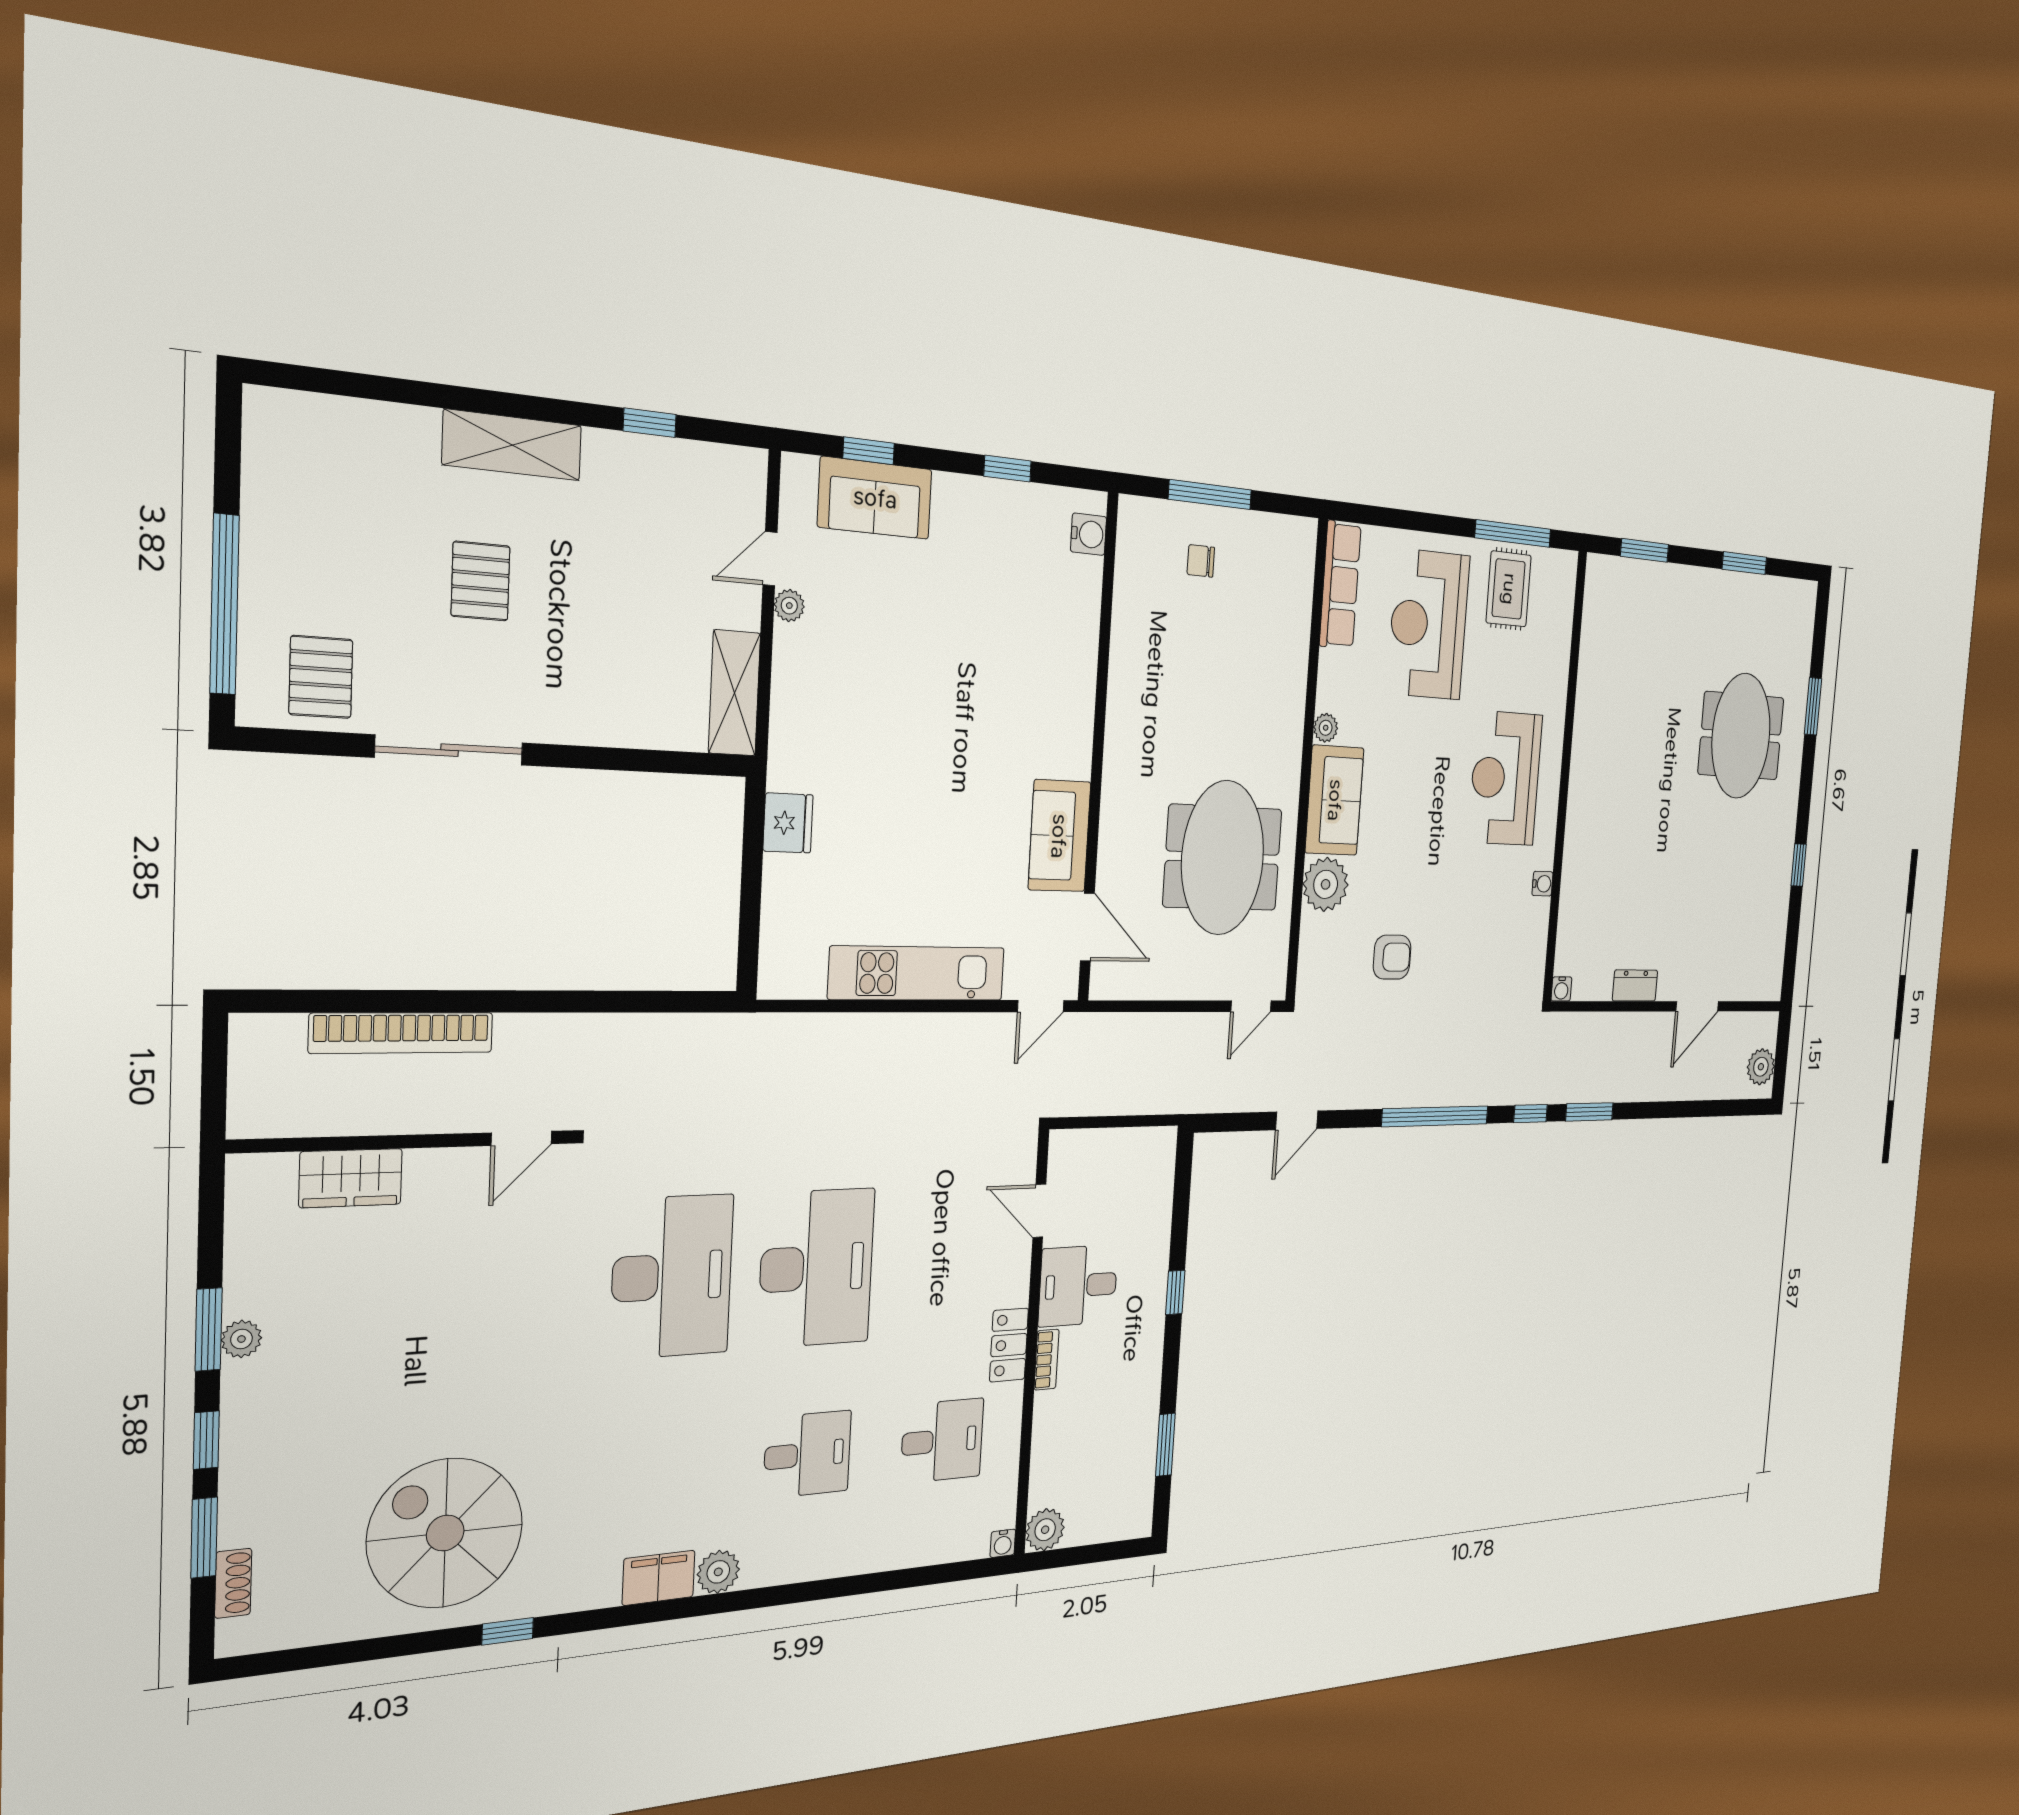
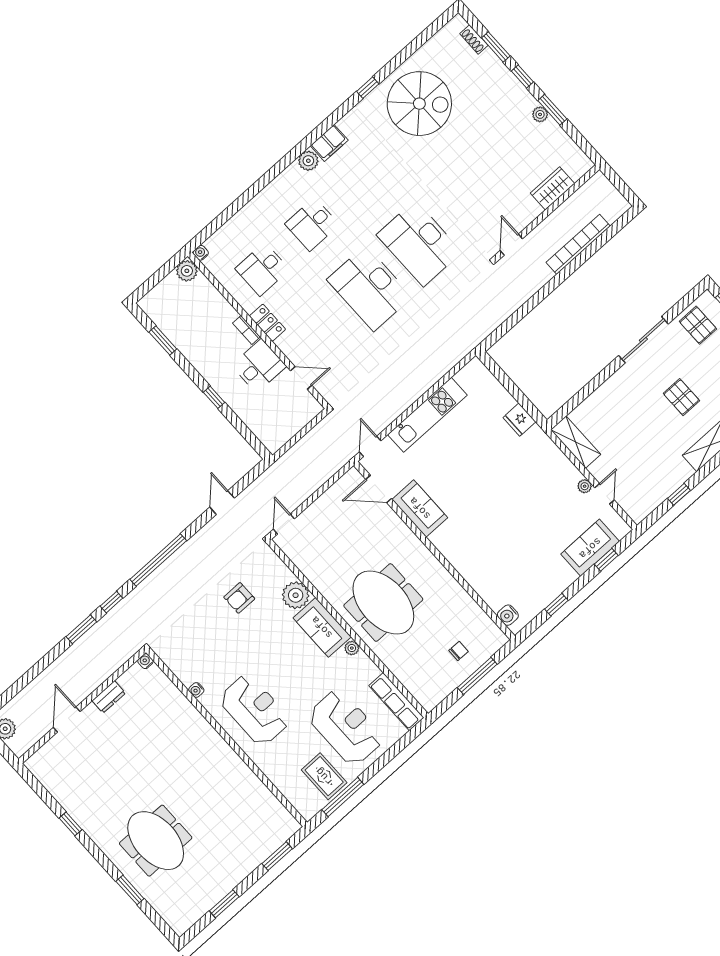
meeting table: (1223, 858) -> (383, 603), moved

